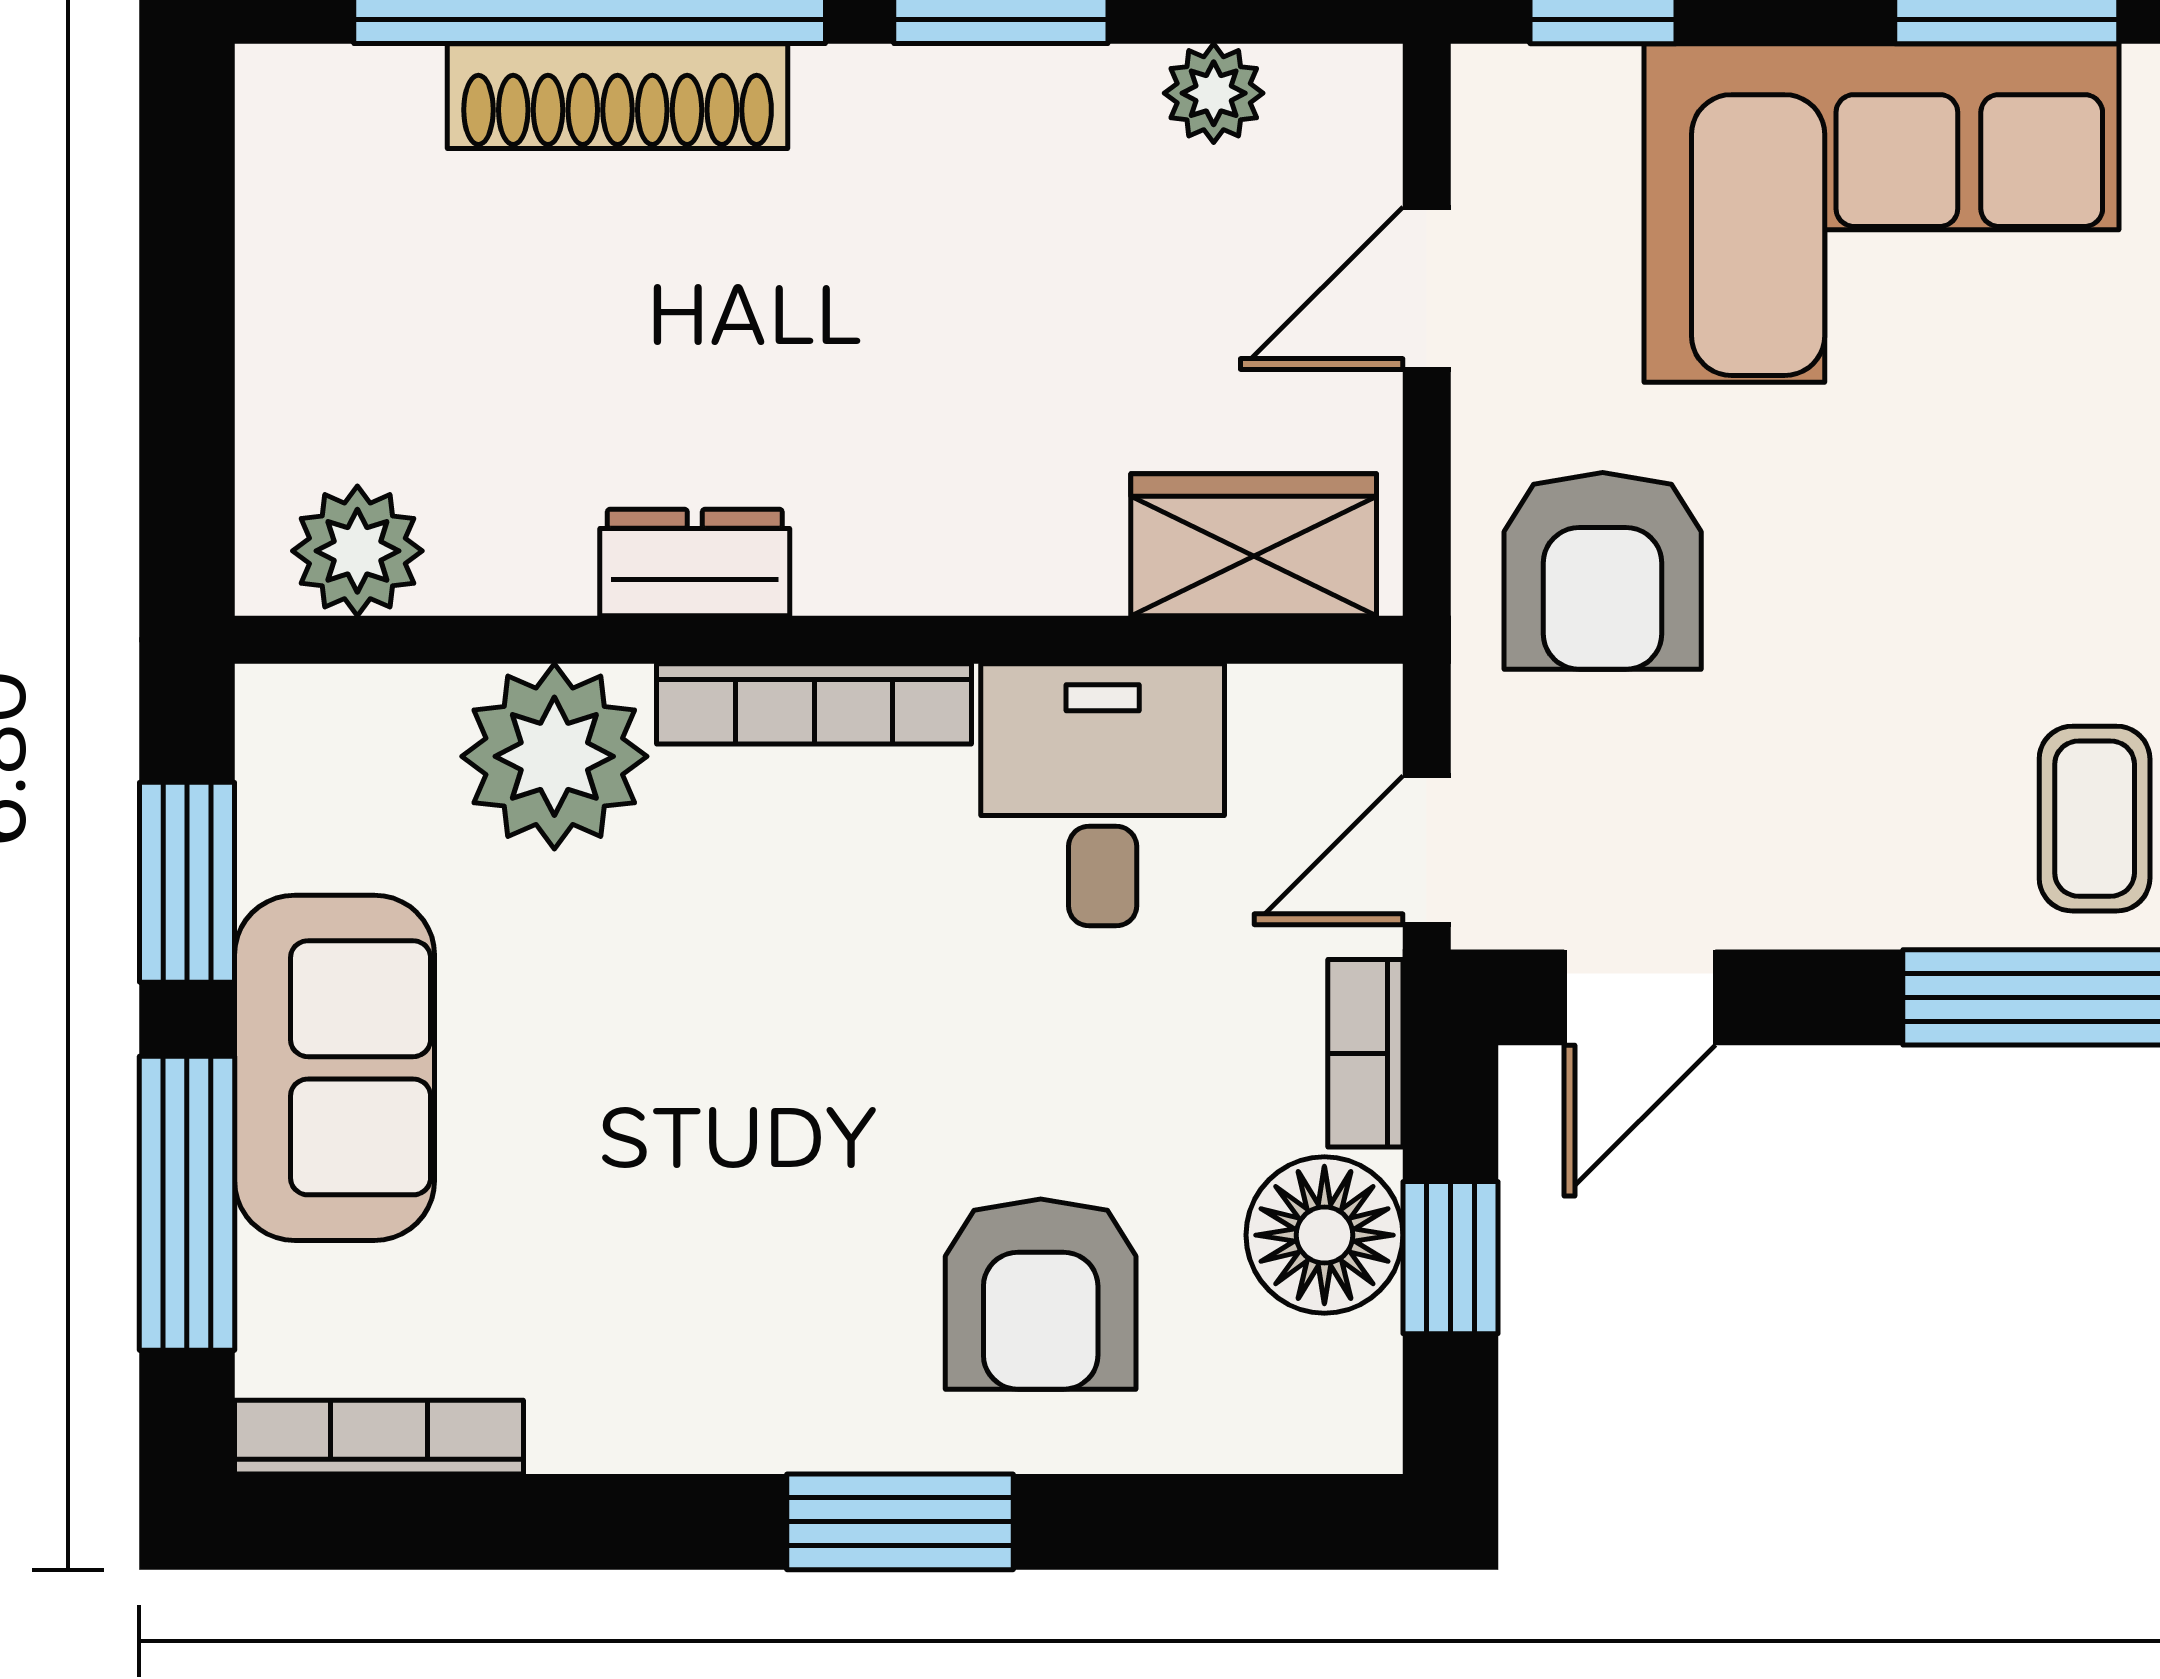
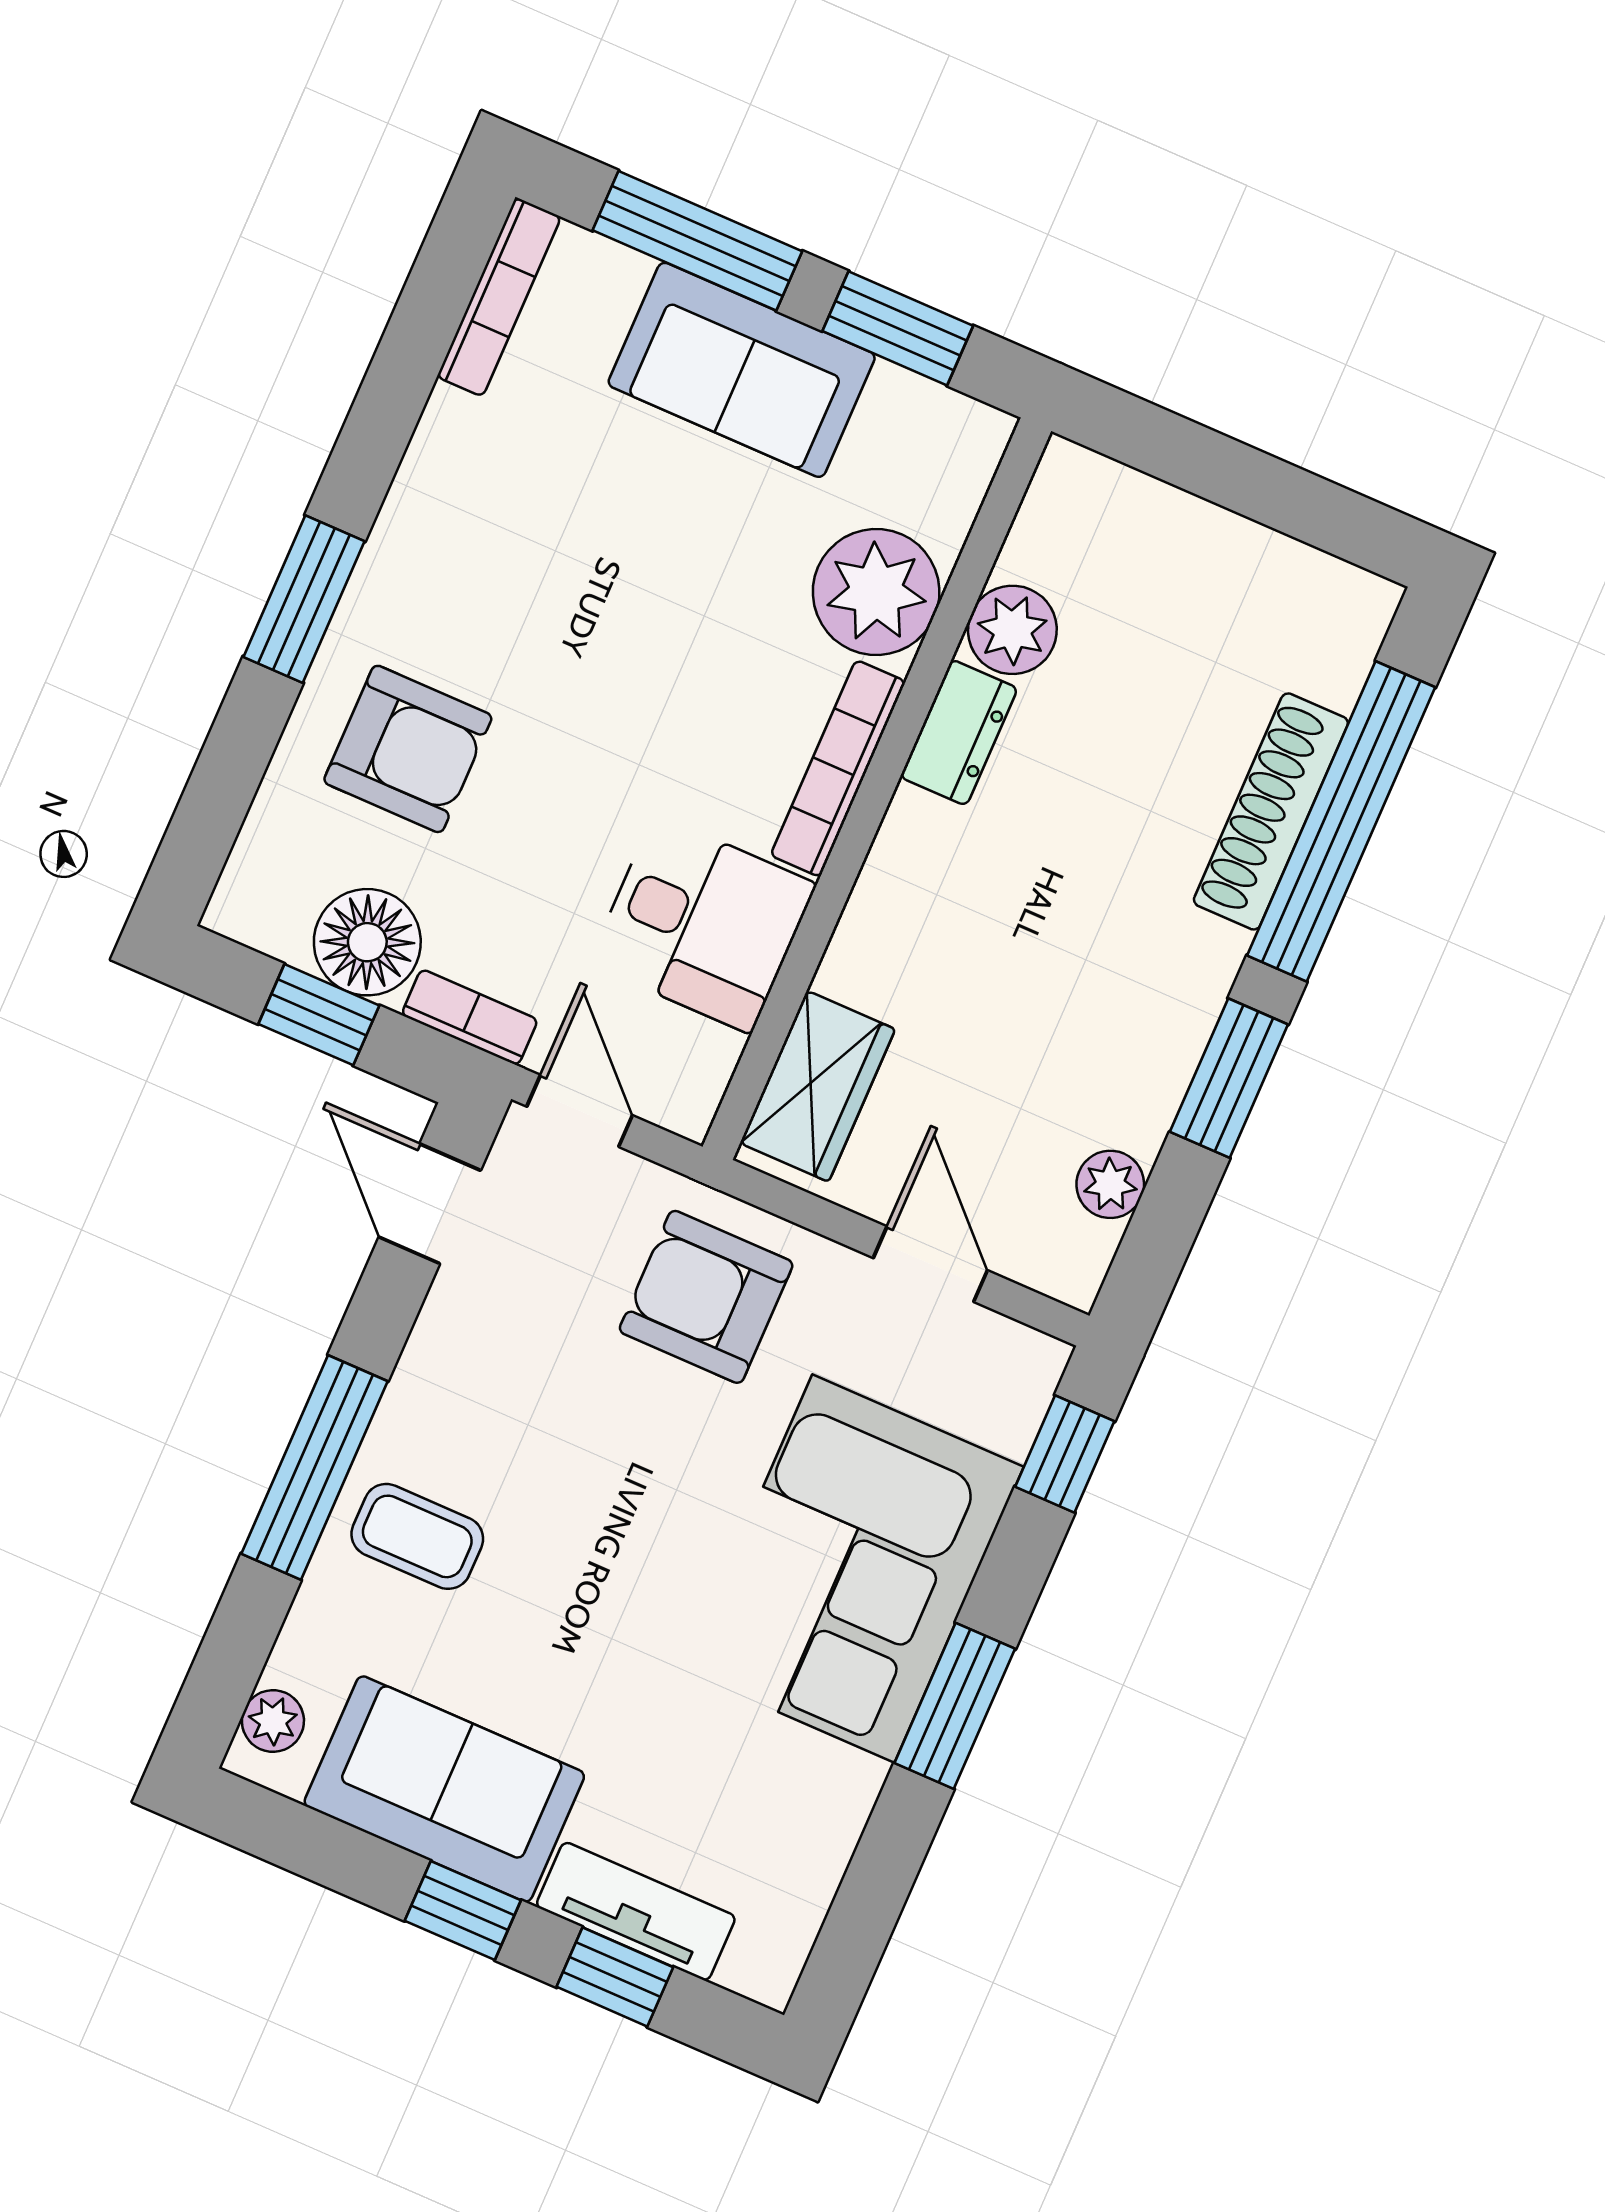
plant: (357, 551) -> (1012, 630), moved
armchair: (1041, 1294) -> (408, 749), turned 180

